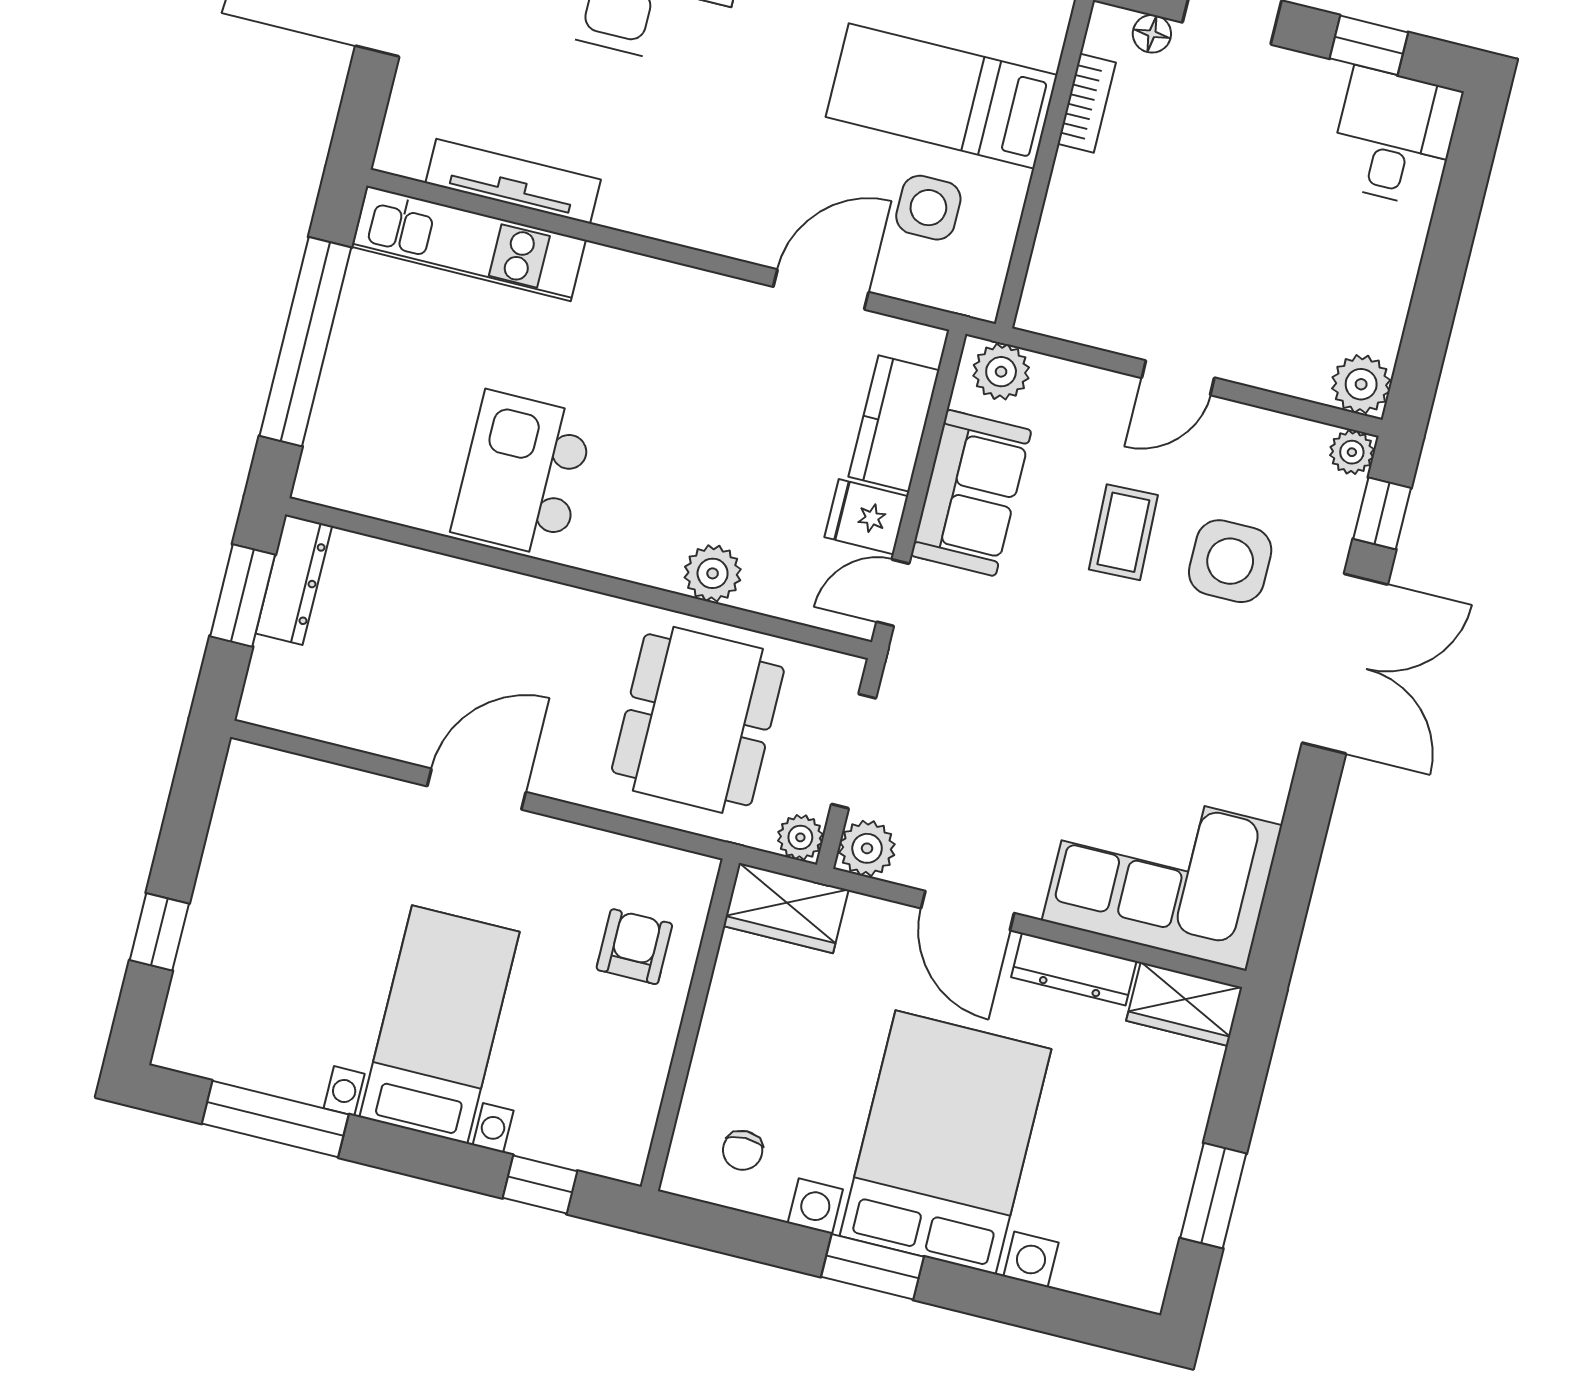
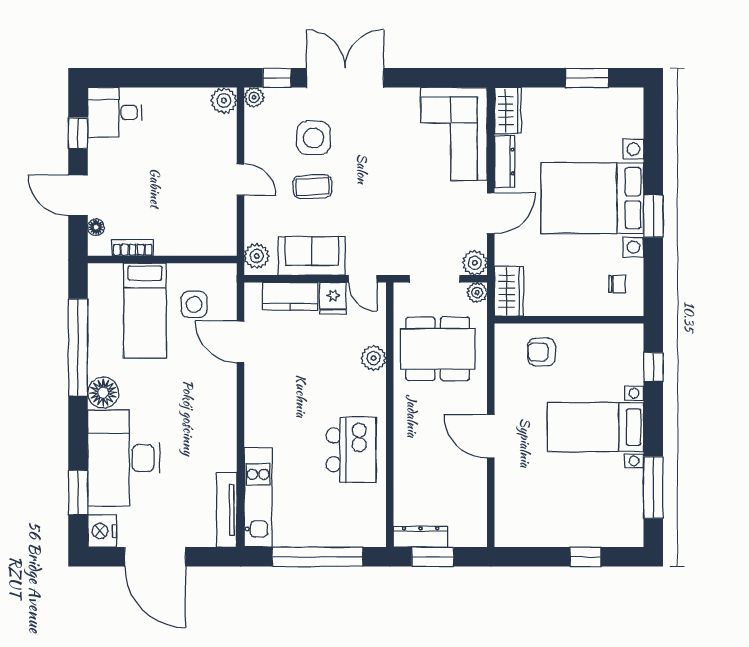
tv unit: (513, 181) -> (227, 510), moved
kitchen island: (523, 474) -> (351, 450), turned -90

